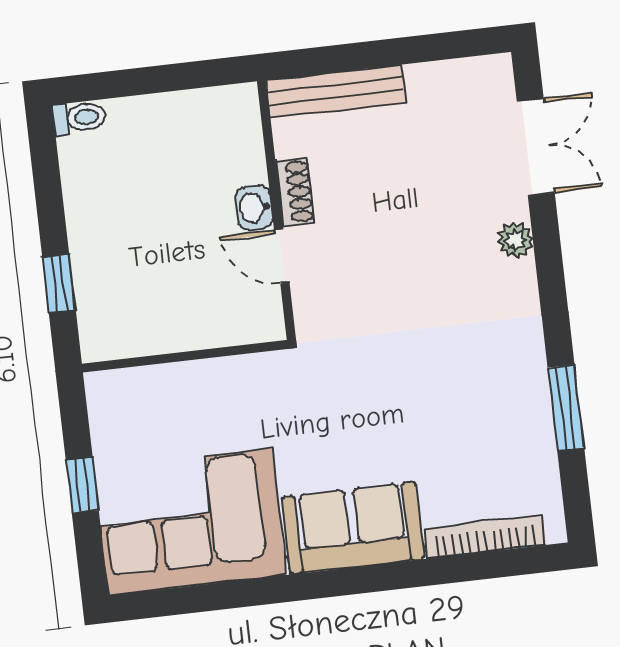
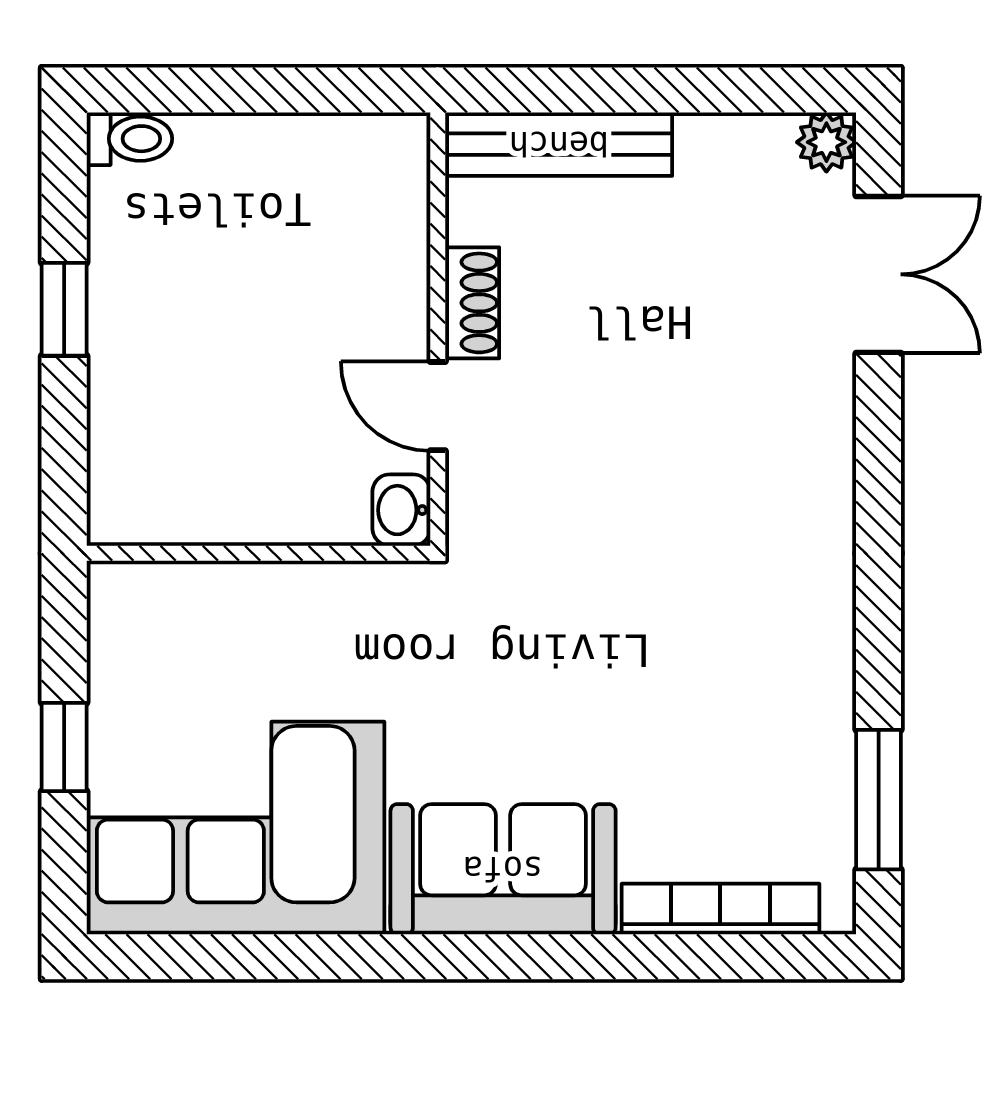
washbasin: (254, 208) -> (401, 510), moved
plant: (515, 240) -> (826, 142), moved
window: (59, 284) -> (64, 309), moved
window: (566, 408) -> (879, 800), moved

